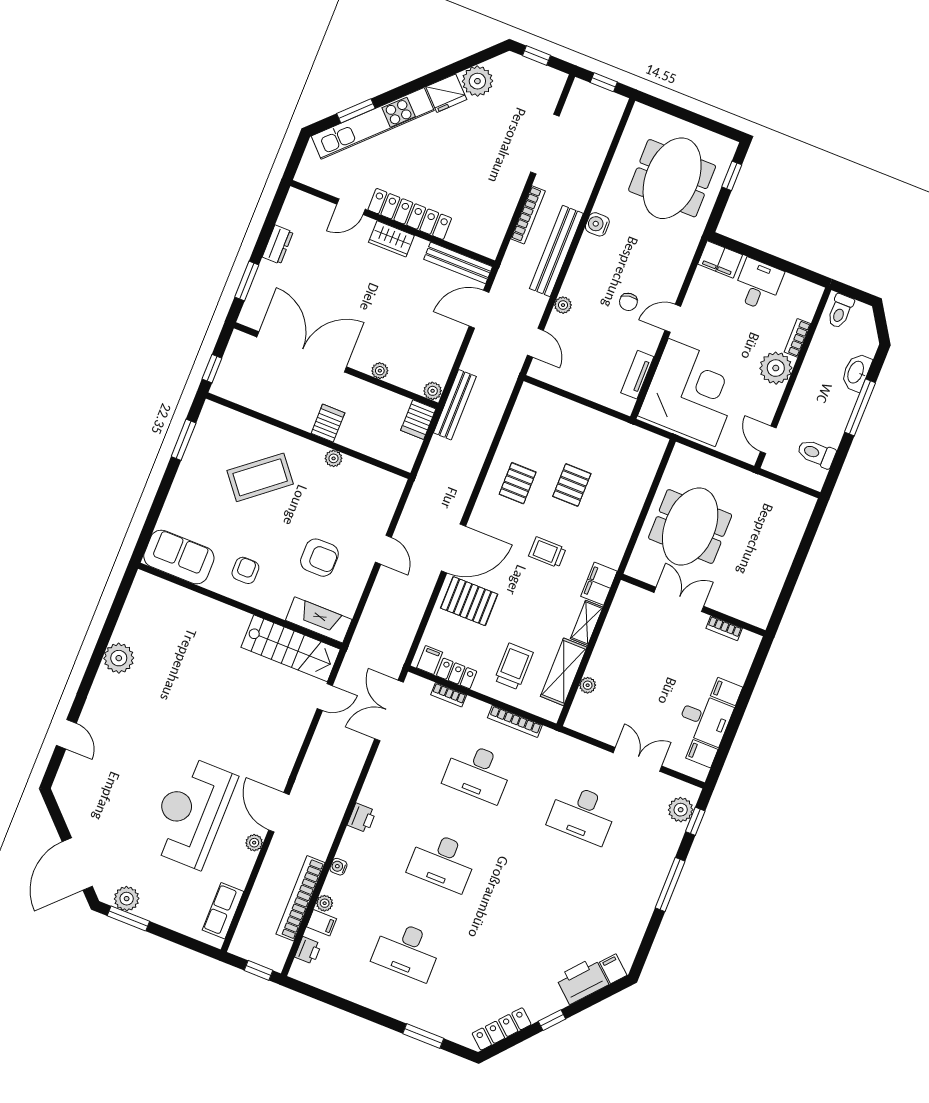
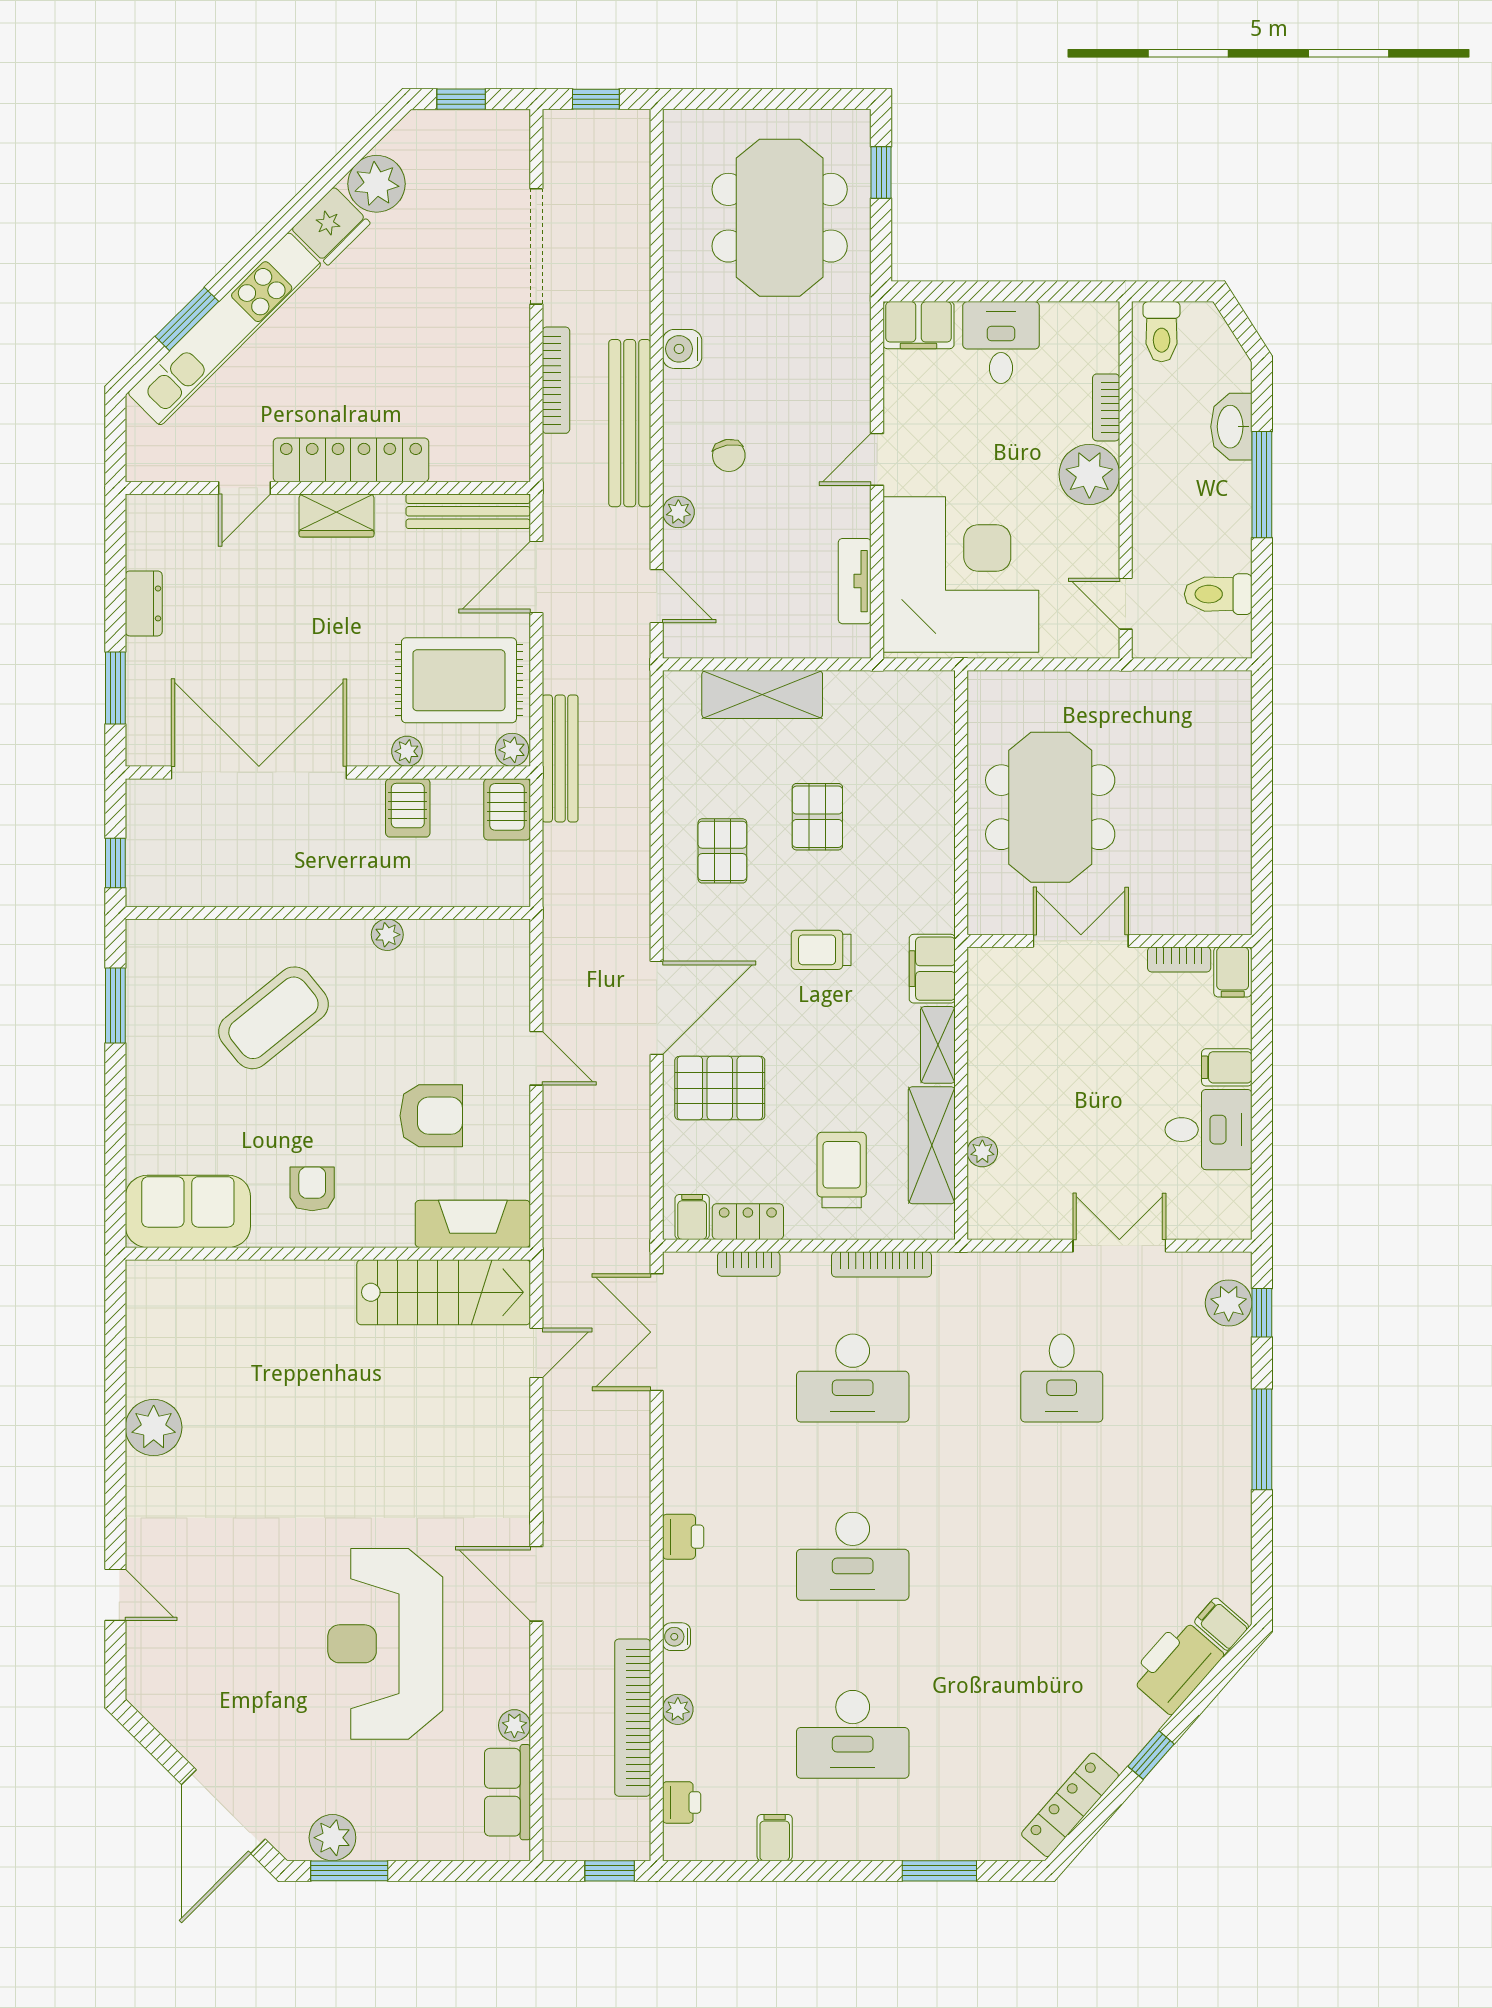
chair: (628, 302) -> (729, 455), moved
rug: (420, 346) -> (459, 680), added
shelving: (569, 413) -> (762, 694), added
server rack: (328, 423) -> (408, 808), moved, turned 180
filing cabinet: (702, 754) -> (1233, 972), moved, turned -90
desk: (582, 814) -> (1062, 1378), width x0.73
plant: (254, 843) -> (514, 1725), moved
filing cabinet: (322, 923) -> (775, 1838), moved, turned -90

